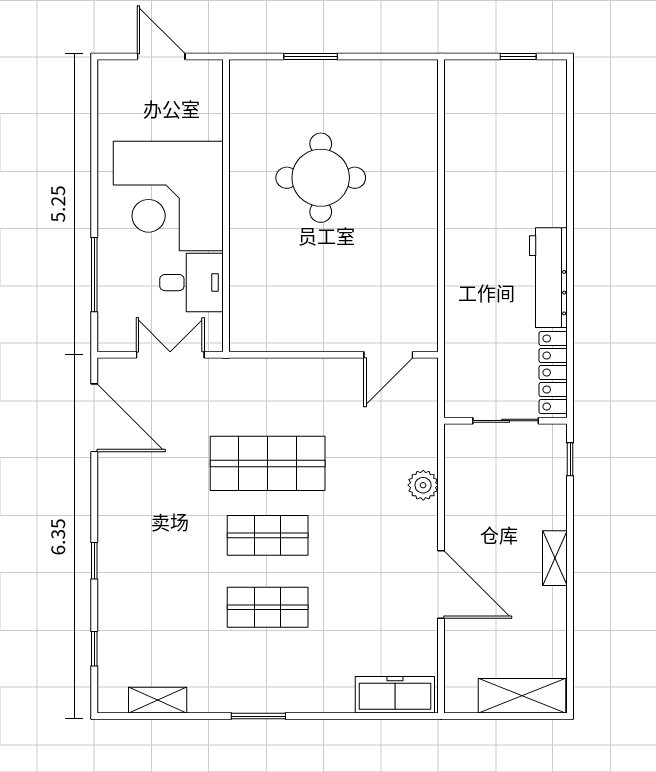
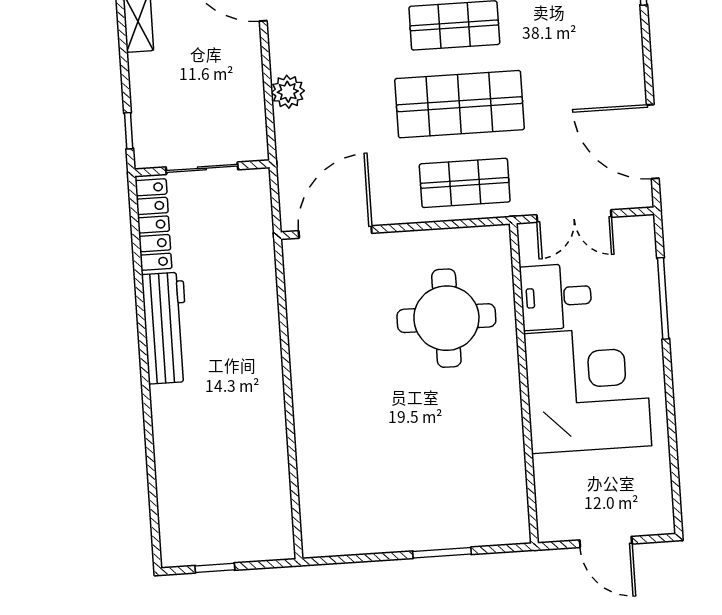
round table: (321, 178) -> (446, 318), moved
door: (388, 355) -> (335, 232), width x1.36
shop shelf: (268, 392) -> (465, 183), added

